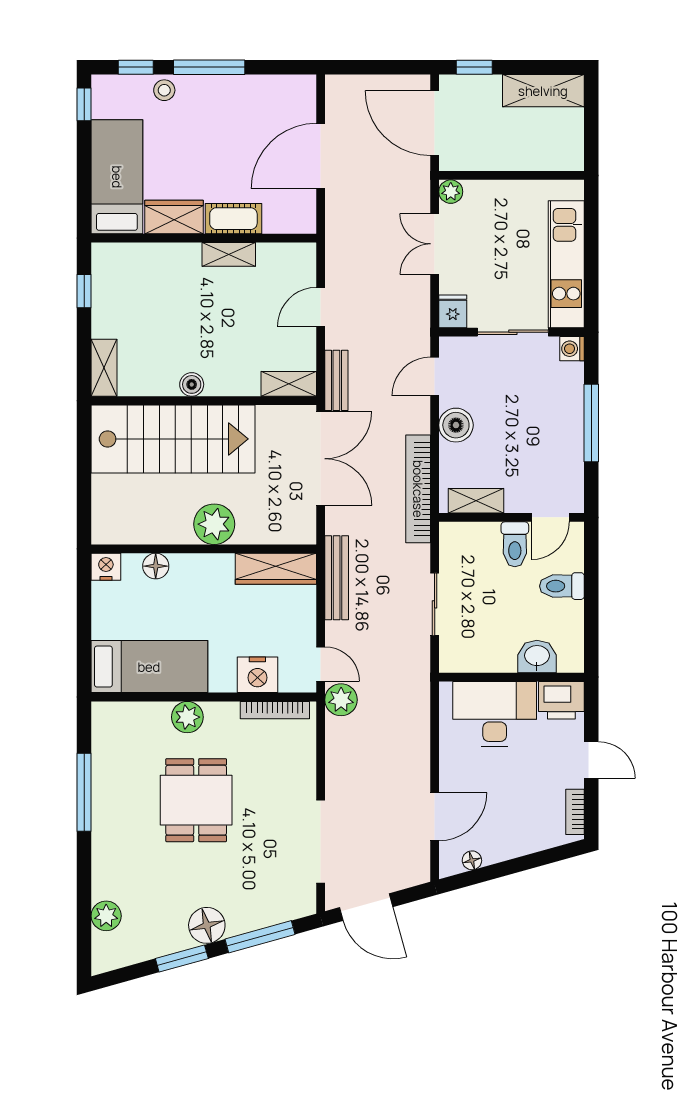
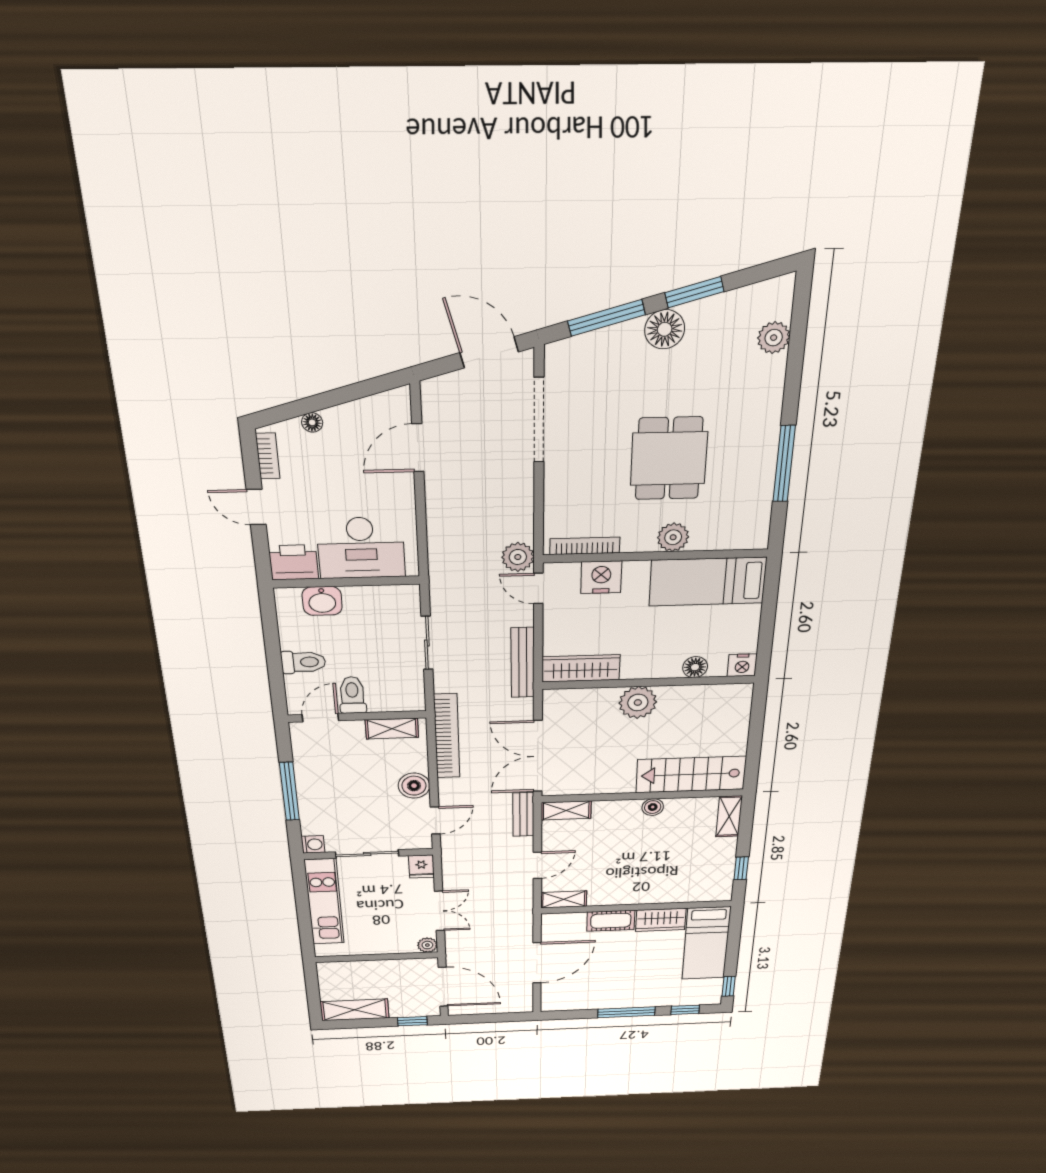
stool: (164, 90) -> (663, 997), removed
shelving: (229, 254) -> (564, 899), moved
stairs: (173, 439) -> (691, 774), width x0.73, depth x0.66
floor lamp: (472, 860) -> (312, 422), moved

